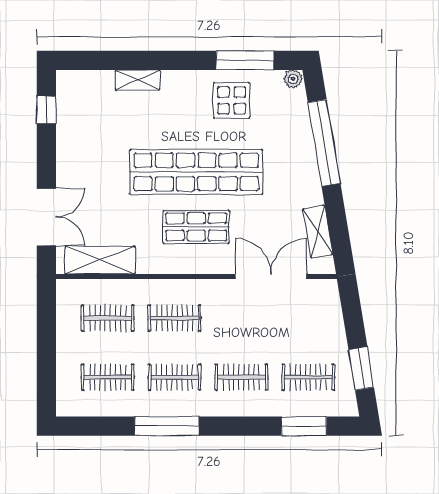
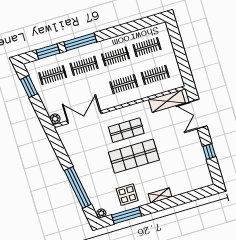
shelving: (138, 80) -> (160, 195), moved
window: (46, 110) -> (209, 152), moved
shop shelf: (196, 172) -> (134, 156), width x0.71
shelving: (318, 232) -> (68, 145), removed
double door: (271, 276) -> (84, 117), swing flipped
plant: (329, 291) -> (55, 119), added
window: (167, 426) -> (80, 42), moved

